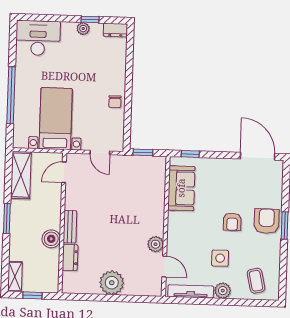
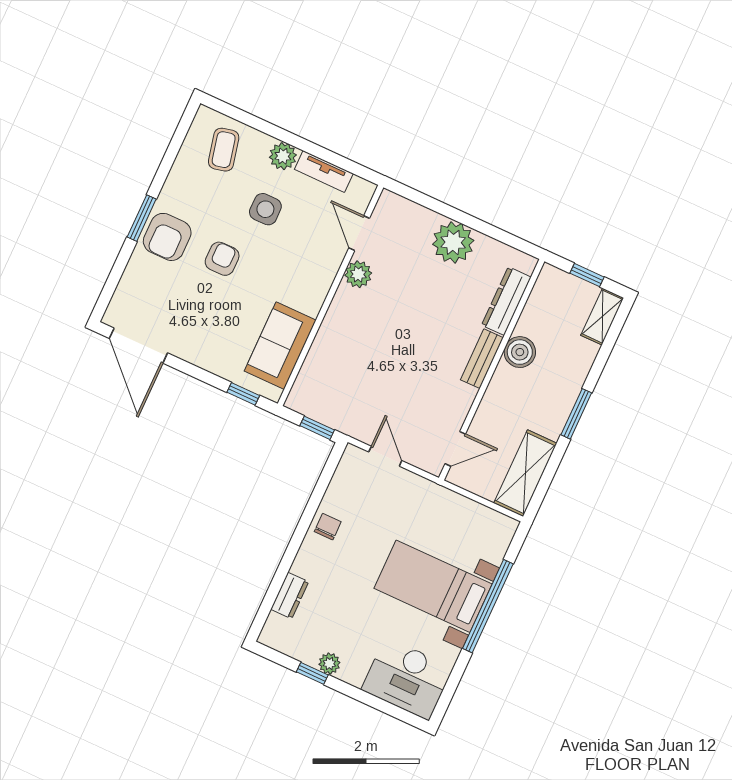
dresser: (115, 30) -> (290, 595), moved, turned 90
bed with nightstands: (56, 119) -> (433, 586), moved, turned 90
dresser: (70, 257) -> (506, 301), width x1.44
tv unit: (191, 291) -> (324, 171), width x0.71

